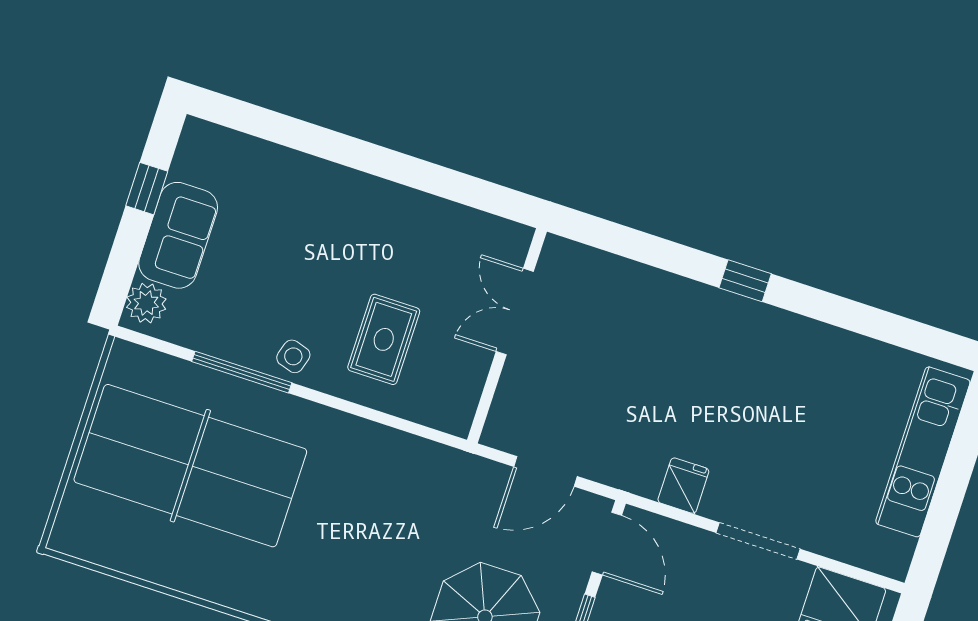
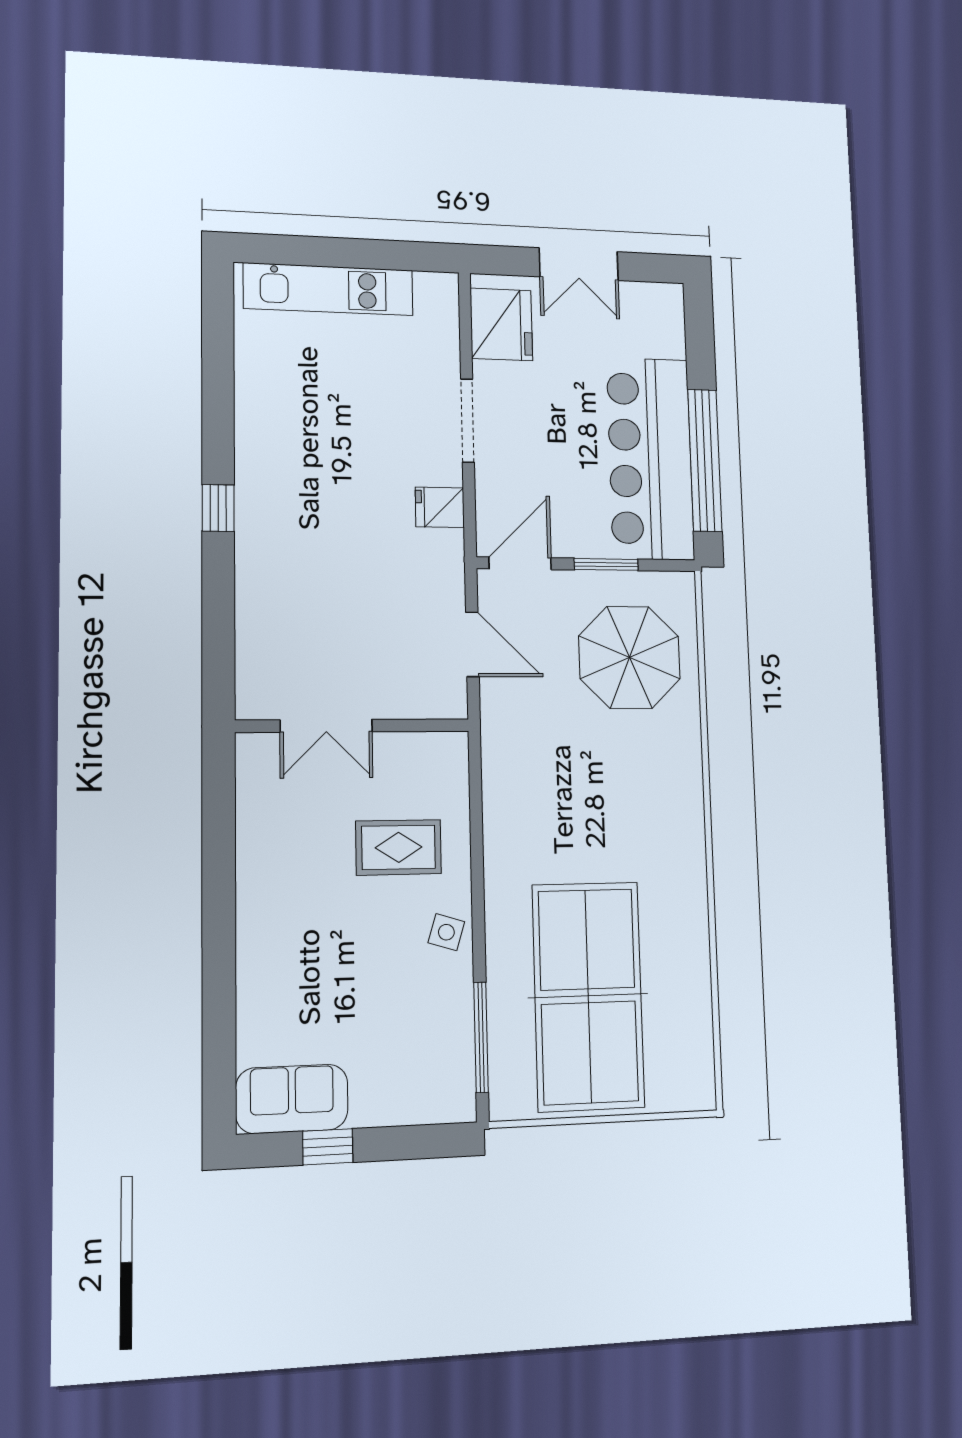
sofa: (178, 235) -> (292, 1099), moved
plant: (146, 303) -> (444, 1102), removed
window: (242, 372) -> (481, 1037), moved

